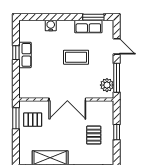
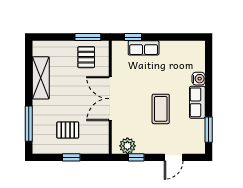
row of seats: (88, 27) -> (197, 102), moved
window: (16, 53) -> (133, 37), moved
row of seats: (25, 55) -> (144, 48), moved
window: (117, 78) -> (136, 157), width x0.46

